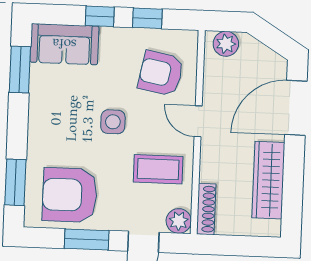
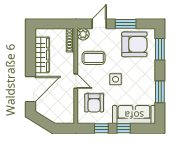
sofa: (64, 44) -> (134, 115), width x1.36
plant: (226, 44) -> (64, 118), removed
window: (20, 70) -> (160, 92), moved
armchair: (161, 73) -> (94, 103), turned 79

